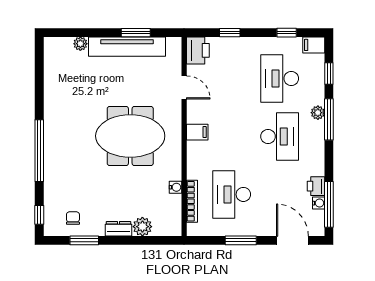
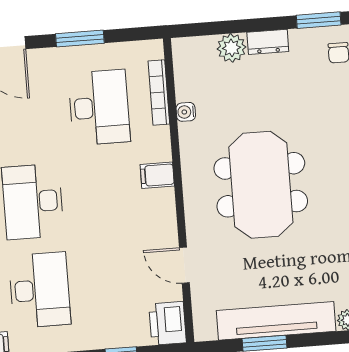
filing cabinet: (197, 132) -> (157, 175), moved
meeting table: (130, 136) -> (261, 185), turned 90

